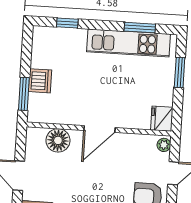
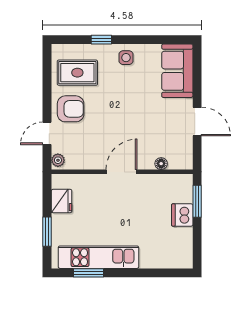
window: (67, 23) -> (159, 273), removed
fridge: (162, 119) -> (62, 201), moved
floor lamp: (58, 140) -> (161, 164), width x0.53, depth x0.53

